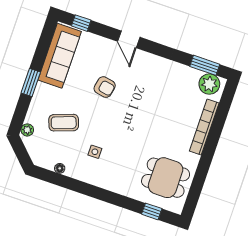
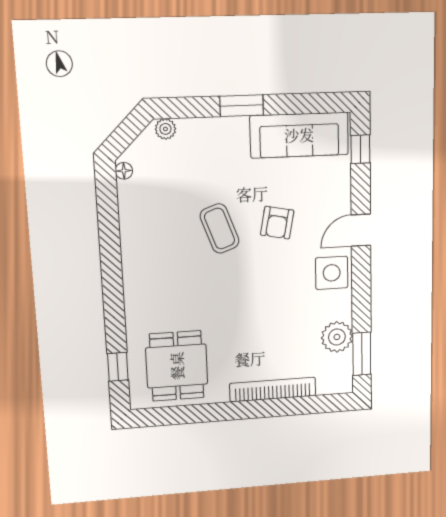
plant: (209, 84) -> (337, 337), moved
coffee table: (64, 123) -> (220, 229), moved
side table: (95, 152) -> (332, 273), moved, width x1.87, depth x1.87
floor lamp: (60, 168) -> (124, 171), moved

